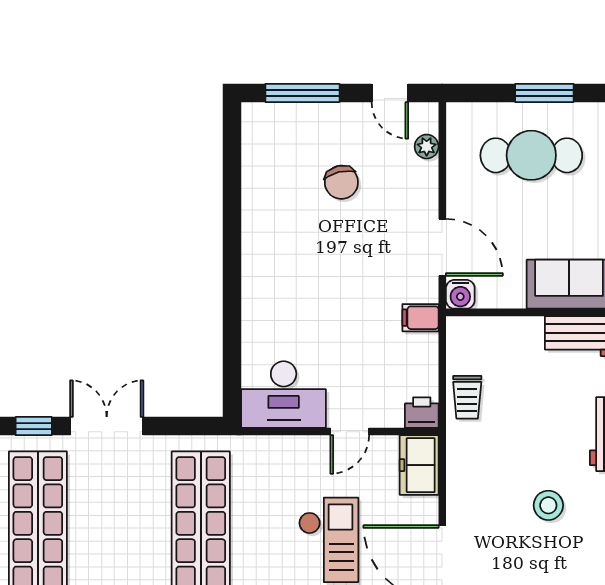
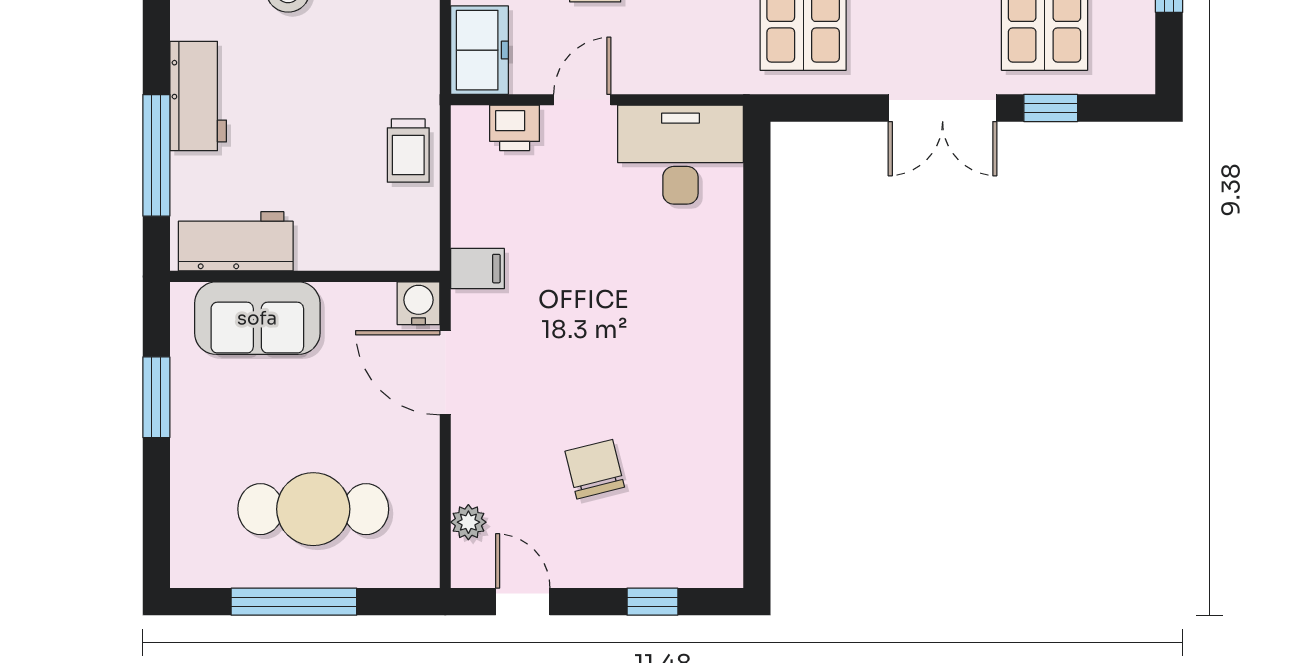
window: (302, 93) -> (652, 602), width x0.46
window: (544, 93) -> (294, 602), width x1.44
trolley: (467, 397) -> (408, 151), turned 180
printer: (422, 413) -> (515, 128), moved

